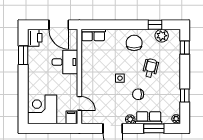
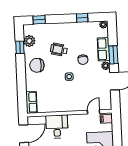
window: (154, 128) -> (113, 55), moved

